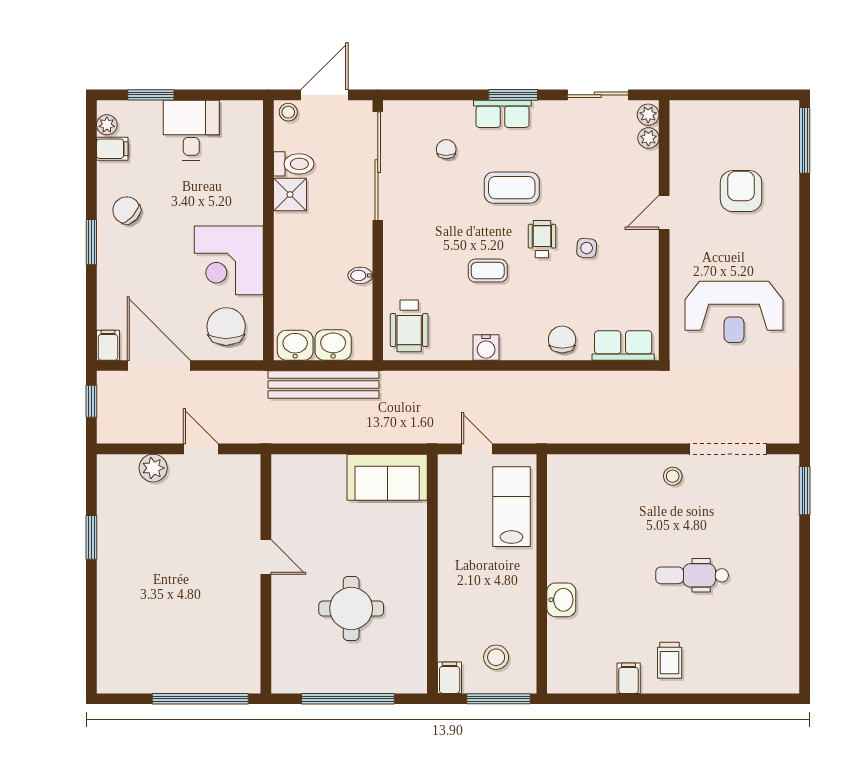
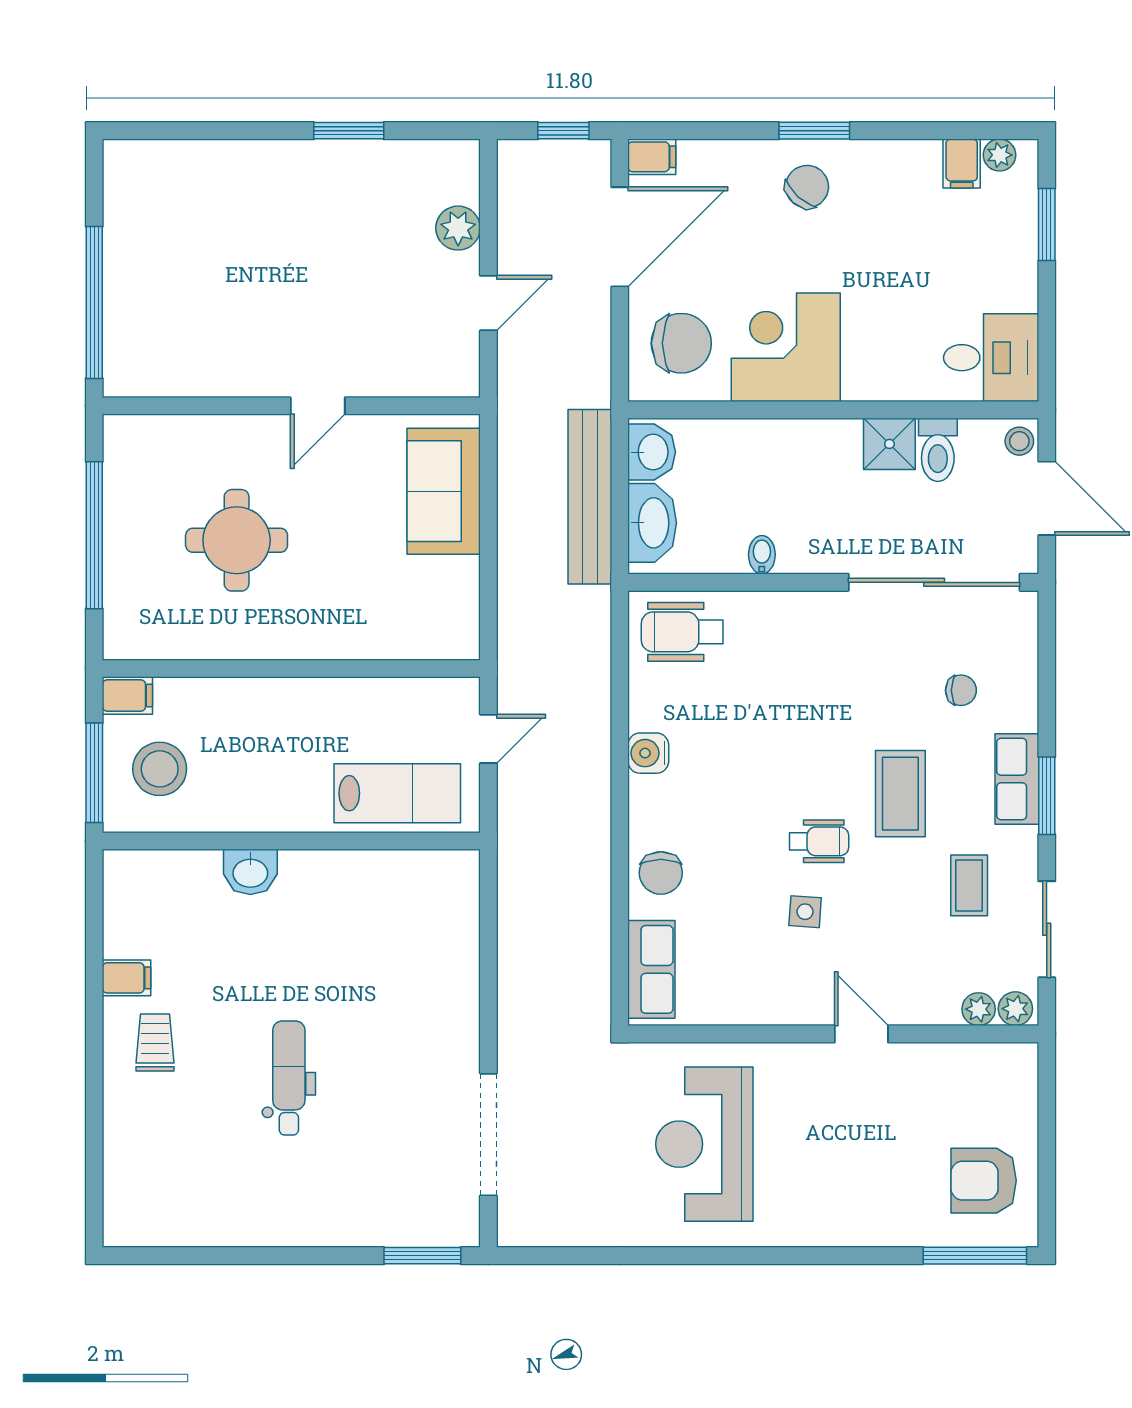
desk: (191, 130) -> (991, 358), moved
armchair: (741, 191) -> (984, 1181), moved, turned 180
chair: (127, 210) -> (807, 187), moved
coffee table: (488, 271) -> (969, 885), moved
chair: (562, 340) -> (661, 873), turned 90
washbasin: (333, 345) -> (652, 523), width x1.38
stool: (673, 476) -> (445, 1047), removed
sofa: (387, 477) -> (444, 491), moved
stool: (496, 657) -> (160, 769), width x1.38, depth x1.38
trolley: (670, 660) -> (155, 1043), turned 90

